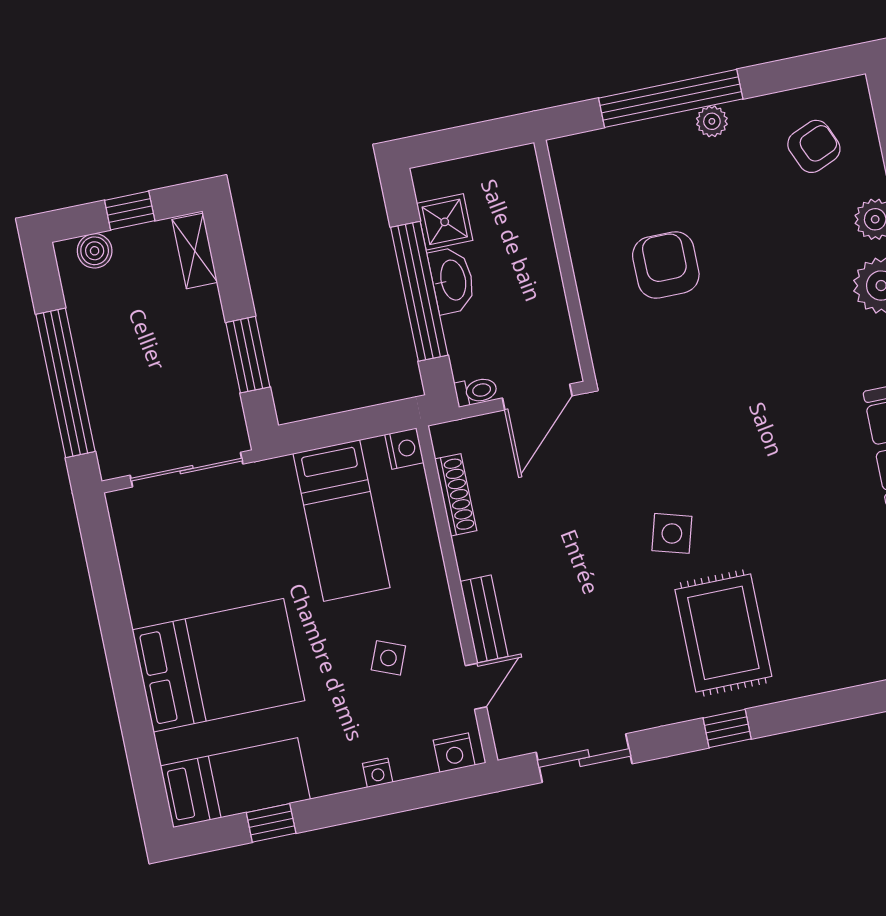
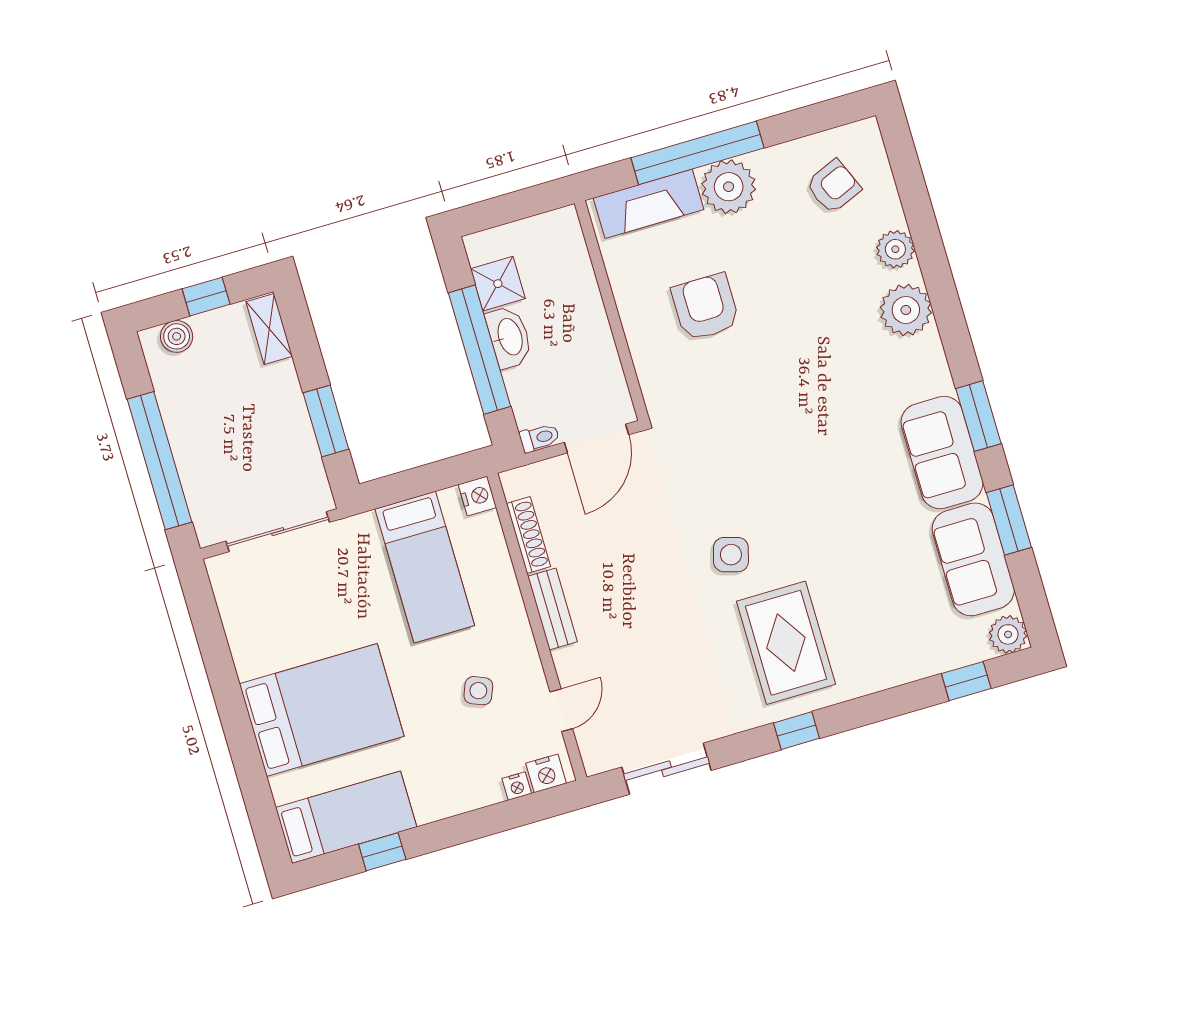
plant: (712, 121) -> (729, 187), width x1.88, depth x1.88
fireplace: (614, 149) -> (649, 204), added
bench: (484, 619) -> (553, 609), moved
nightstand: (378, 773) -> (517, 786), moved

